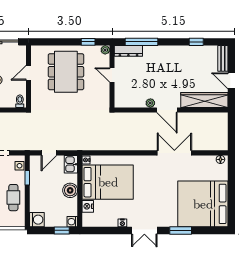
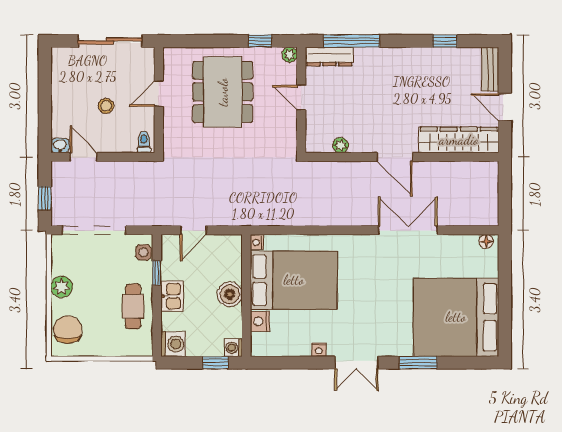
plant: (150, 103) -> (340, 145), moved
kitchen sink: (71, 164) -> (172, 296), moved, turned 180

